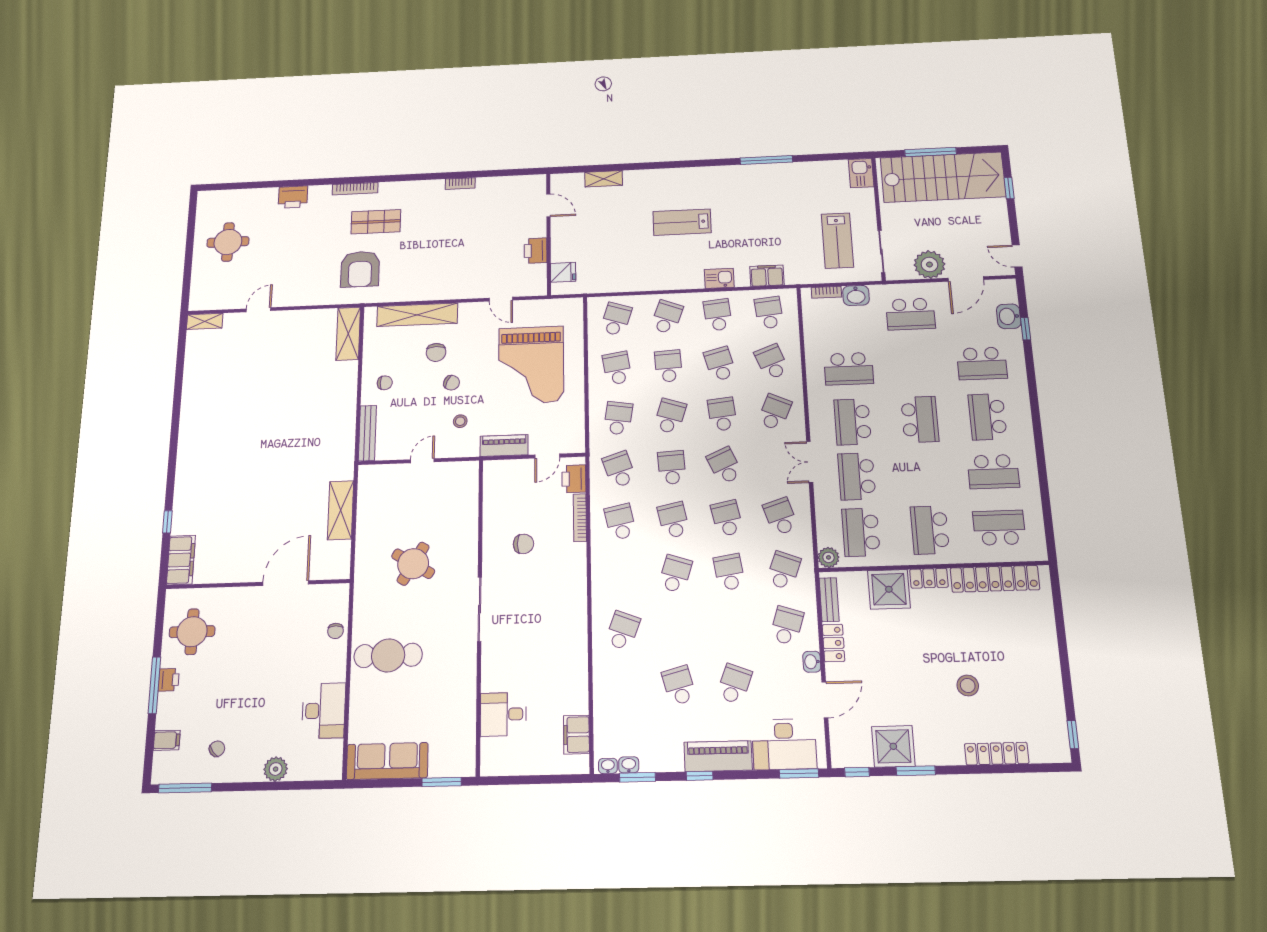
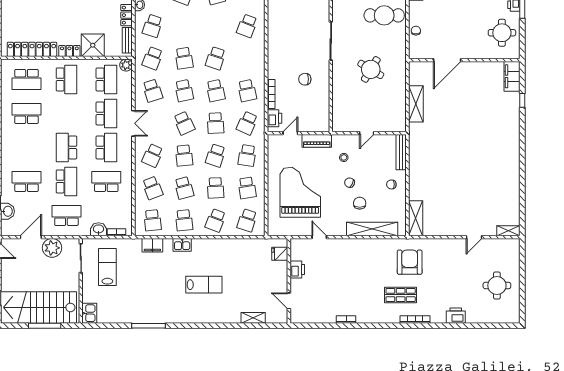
school desk: (987, 417) -> (66, 181), moved
school desk: (619, 469) -> (247, 123), turned 42

